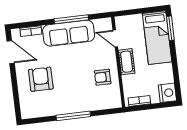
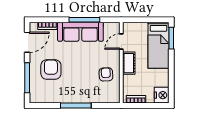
door: (115, 39) -> (121, 41), hinge flipped
door: (11, 52) -> (27, 42), hinge flipped
armchair: (103, 77) -> (106, 74), turned 87
window: (15, 92) -> (27, 78), added

